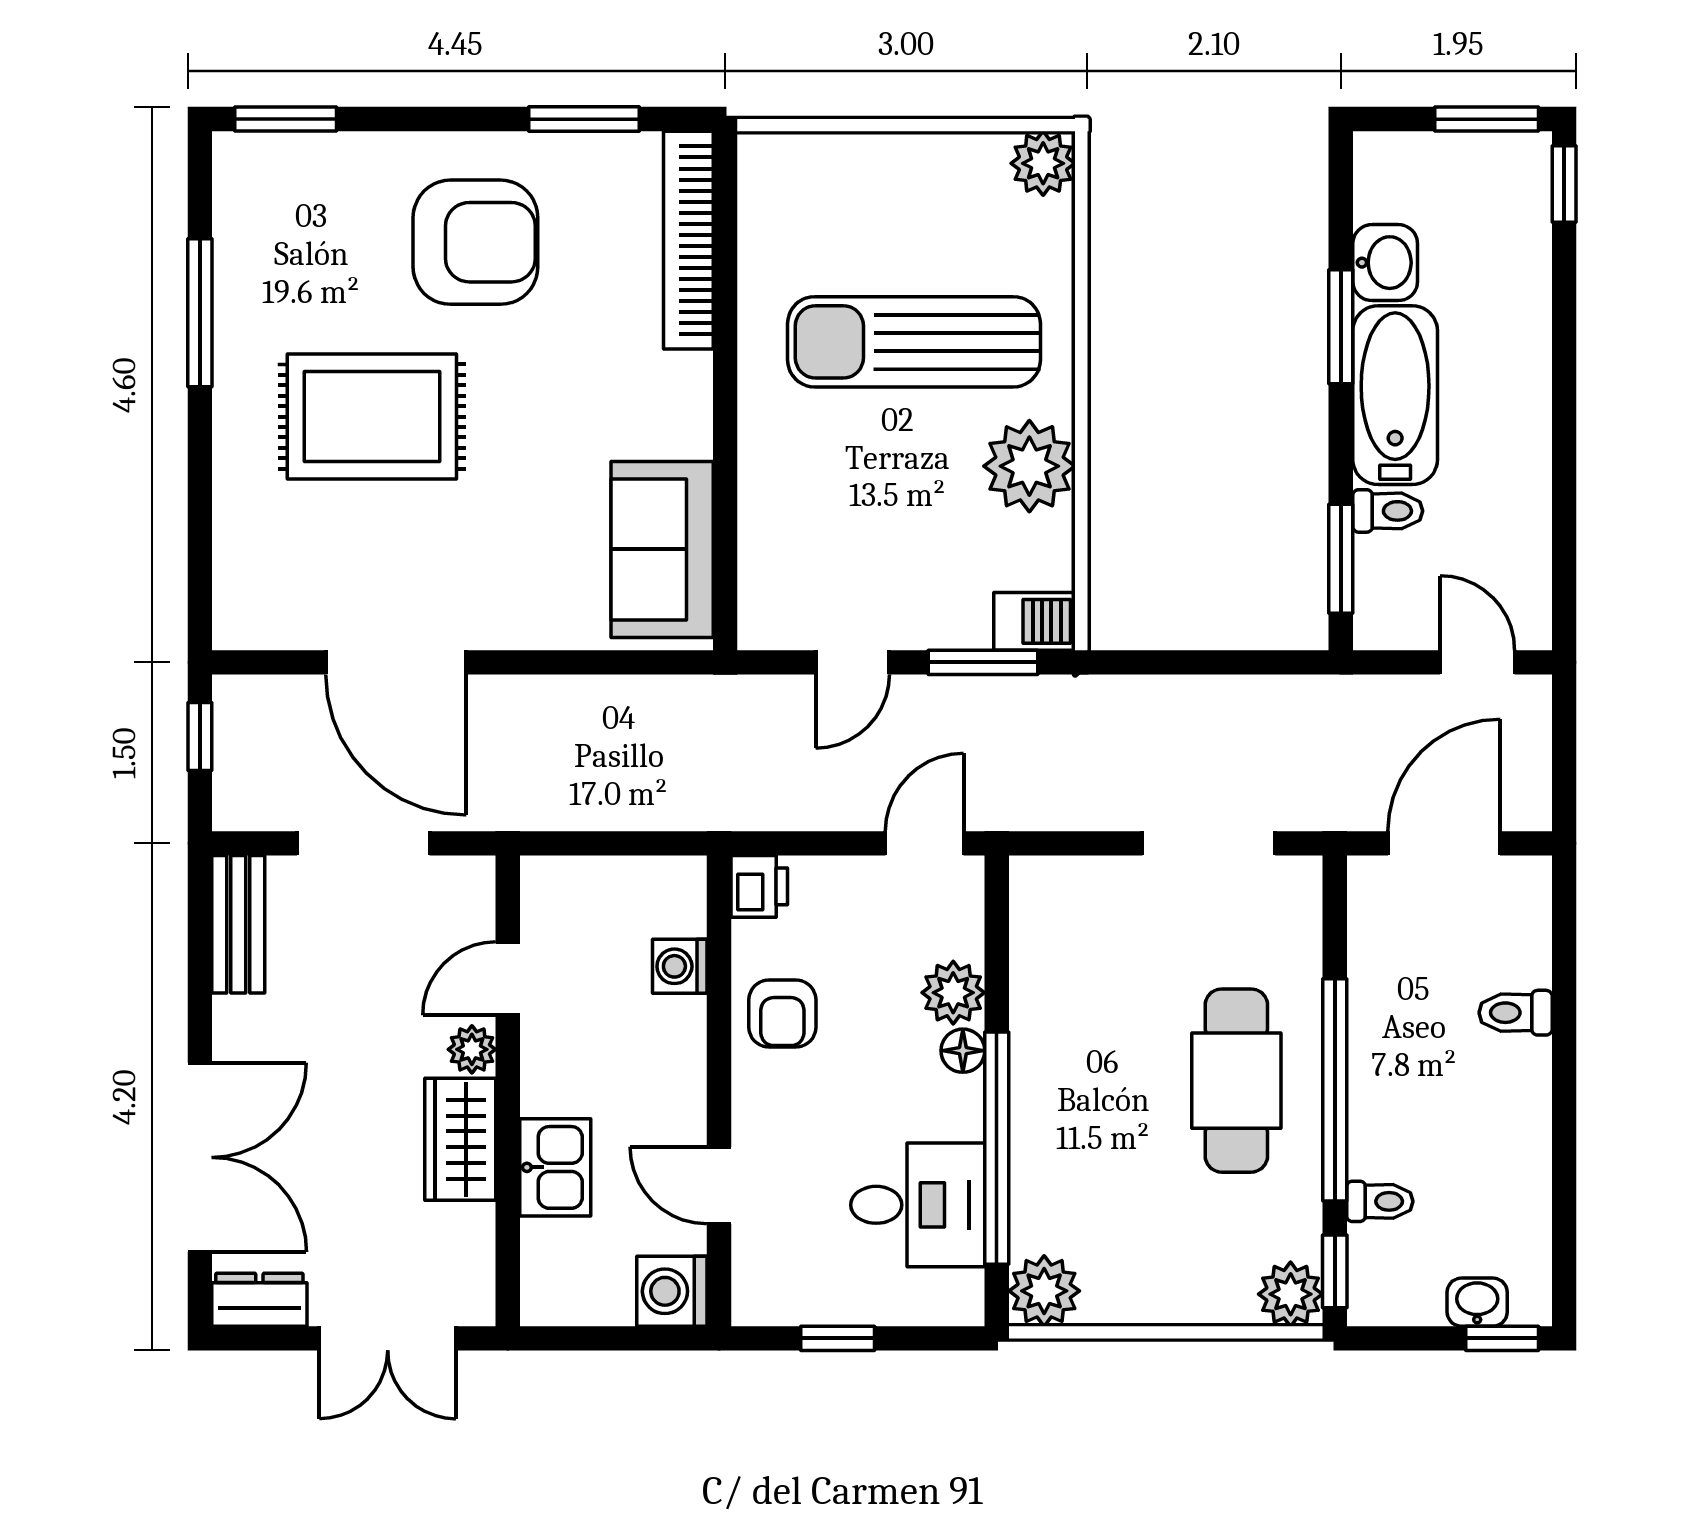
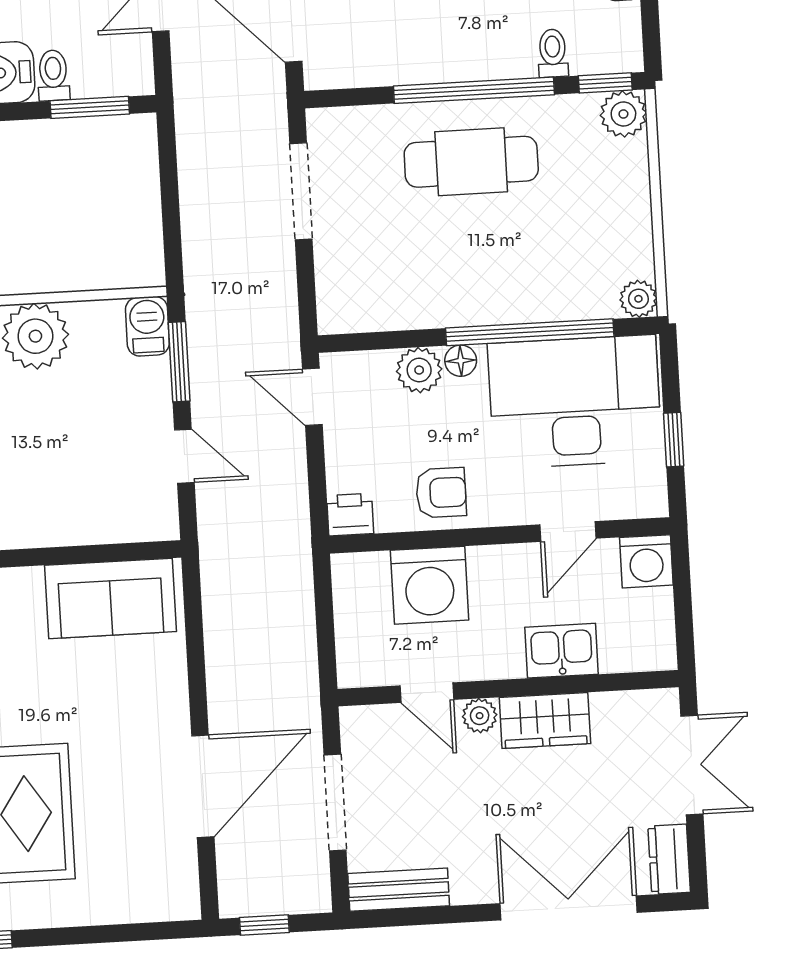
washing machine: (680, 966) -> (430, 585), width x1.89, depth x1.89
desk: (918, 1205) -> (575, 402), width x1.87, depth x1.30
plant: (1044, 1291) -> (638, 299), width x0.73, depth x0.73

